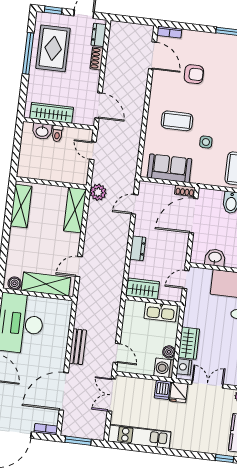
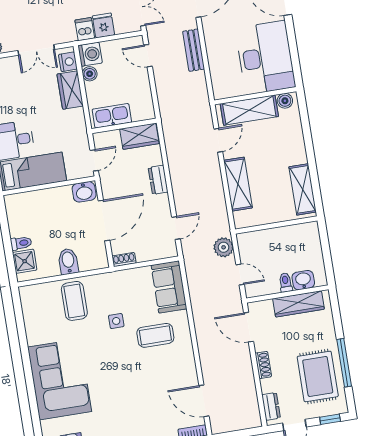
shoe rack: (97, 58) -> (263, 365), moved
armchair: (194, 74) -> (152, 393), removed
sofa: (169, 168) -> (169, 287), moved, turned 90
plant: (98, 192) -> (224, 247), moved
shelving: (75, 210) -> (238, 184), moved
door: (193, 216) -> (104, 221), moved
washbasin: (215, 258) -> (84, 192), moved
fridge: (179, 392) -> (103, 25), moved

